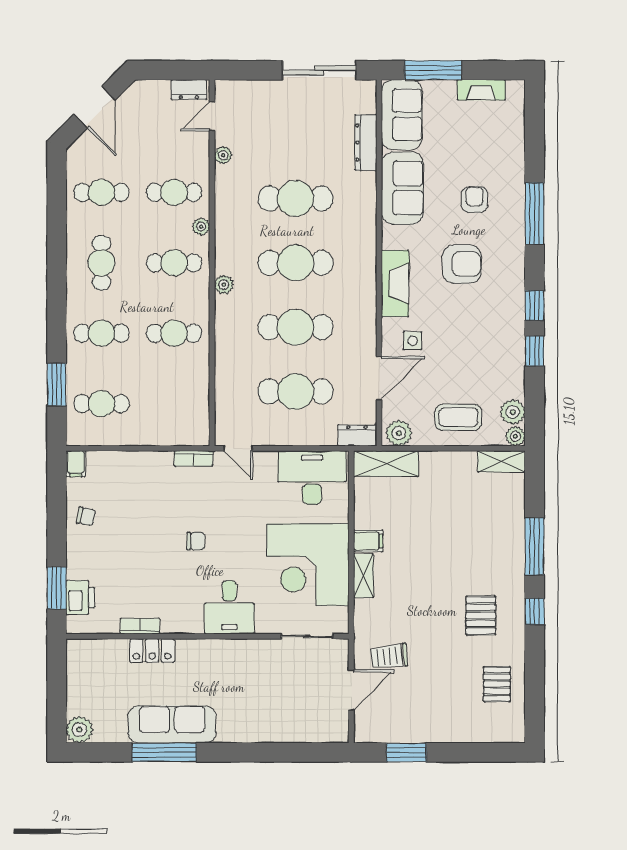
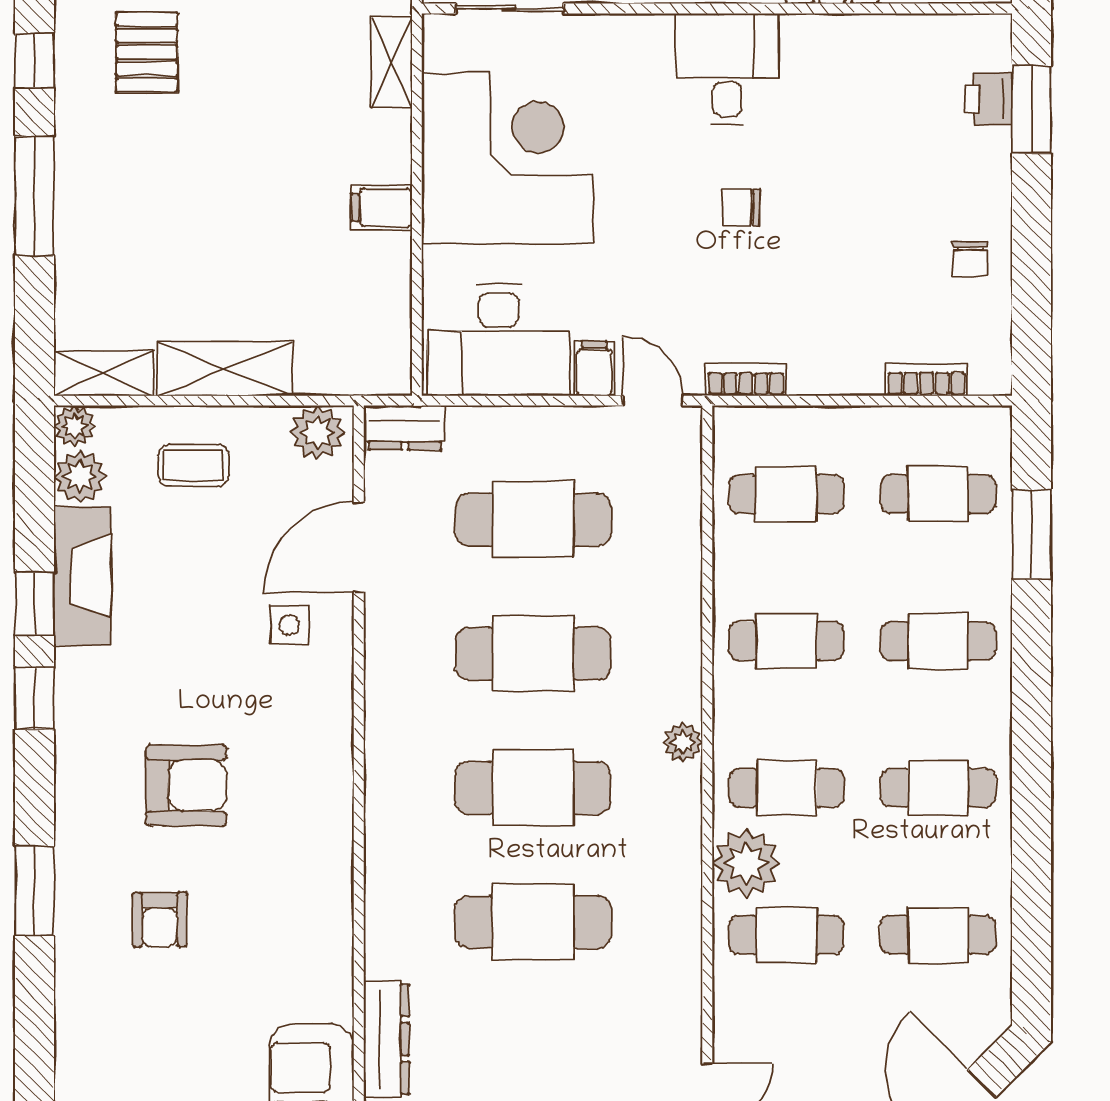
plant: (223, 155) -> (684, 1012), removed
sofa: (402, 188) -> (310, 944), removed
window: (535, 213) -> (35, 891), width x0.69
plant: (201, 227) -> (746, 863), width x1.88, depth x1.88
cafe table: (101, 263) -> (938, 788), turned 90
armchair: (462, 264) -> (186, 785), turned 180
fireplace: (395, 283) -> (82, 576), moved, turned 180
cafe table: (174, 404) -> (786, 494), added
coffee table: (458, 417) -> (193, 465), width x0.73, depth x0.77
filing cabinet: (76, 464) -> (594, 369), moved
shelving: (386, 464) -> (225, 369), moved
chair: (86, 516) -> (970, 259), turned -101
shelving: (363, 576) -> (391, 63), moved
printer: (80, 598) -> (988, 99), width x0.73, depth x0.81
desk: (229, 607) -> (727, 69), moved
bookcase: (140, 626) -> (927, 379), moved, turned 180

